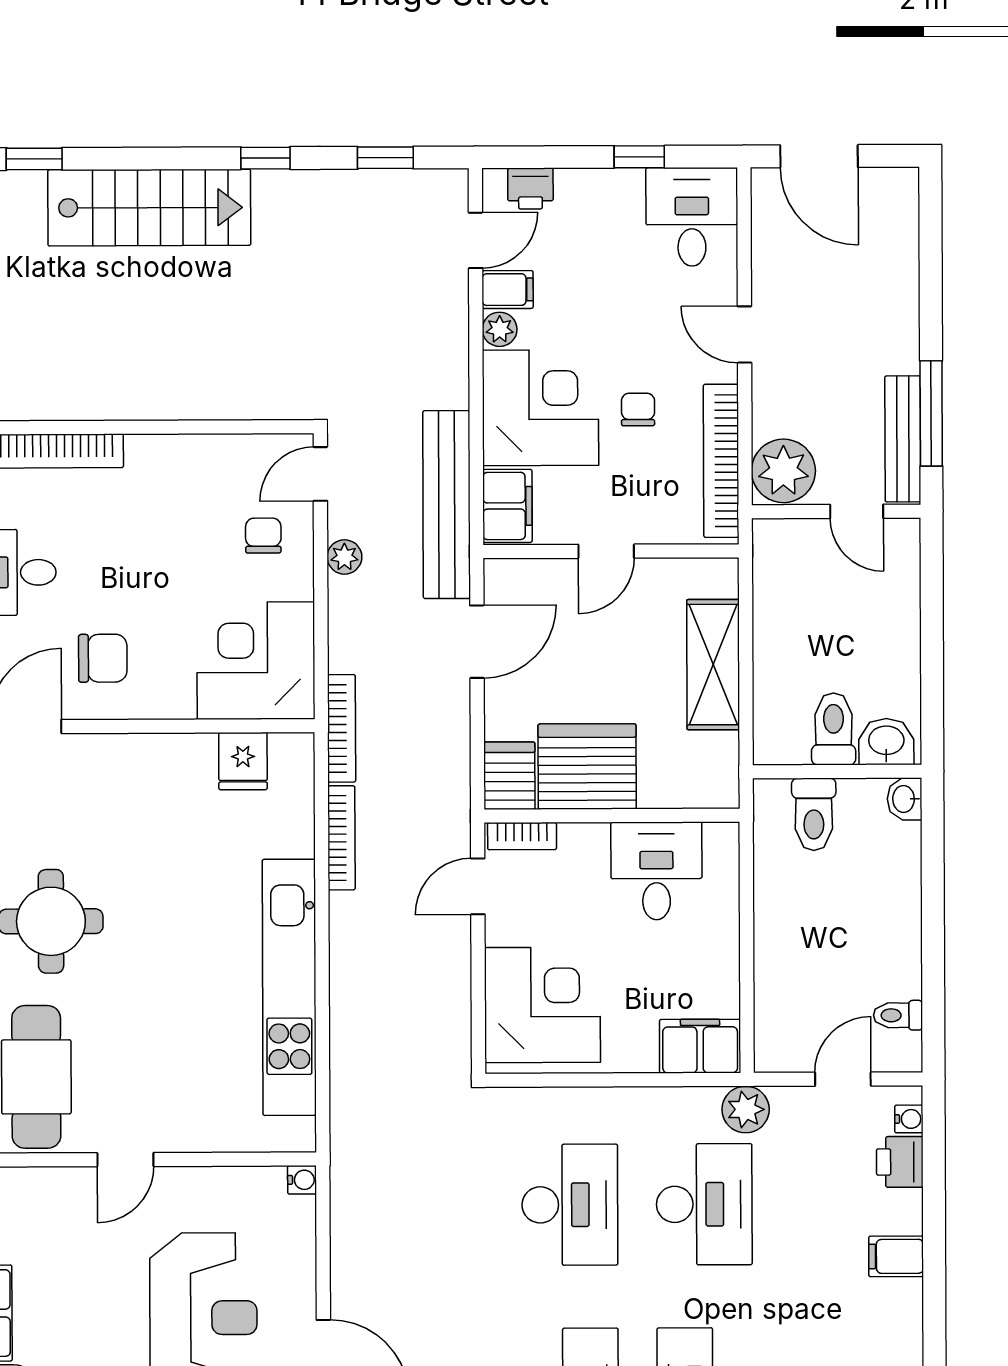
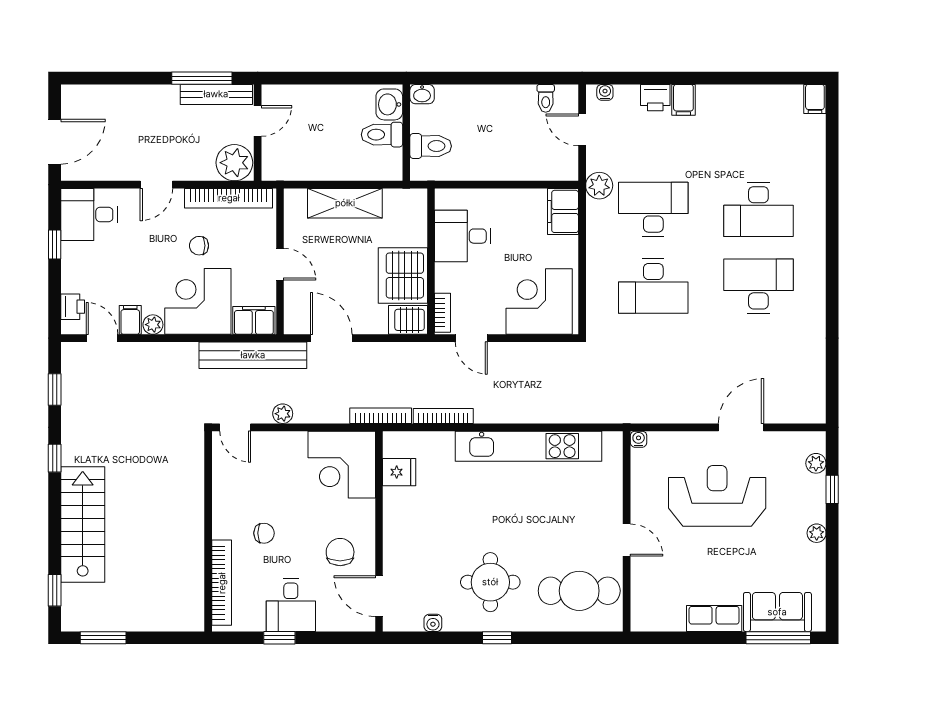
chair: (263, 536) -> (264, 533), moved, turned 180
printer: (900, 1162) -> (655, 98), moved
desk: (570, 1205) -> (653, 286), turned 180

